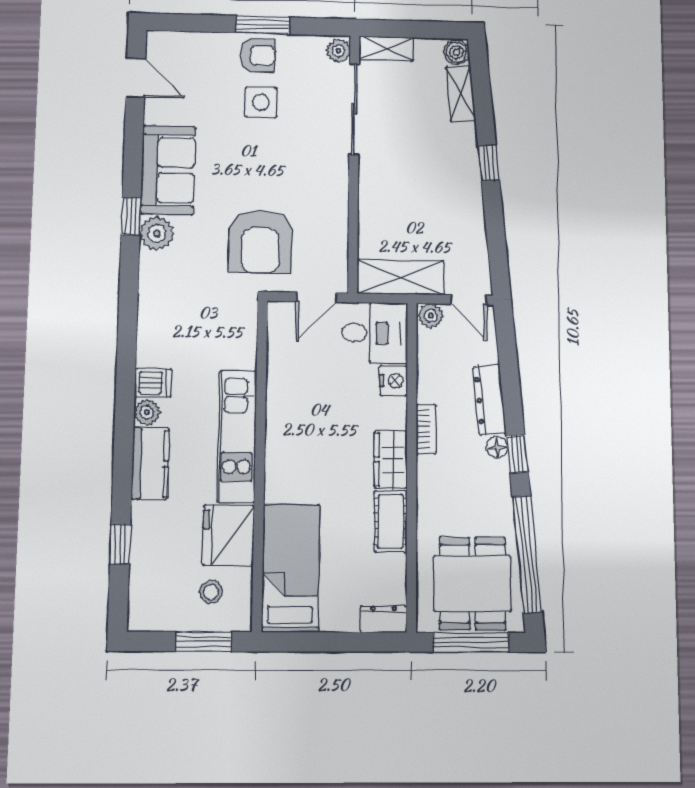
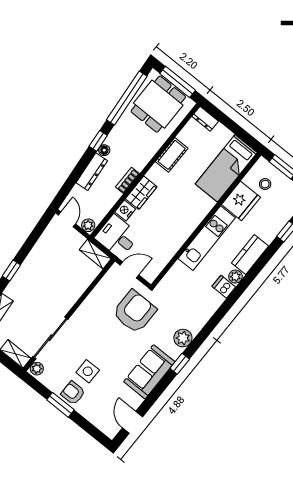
plant: (157, 233) -> (183, 338), moved
shelving: (401, 277) -> (95, 254), width x0.67, depth x0.75
wardrobe: (391, 459) -> (141, 193), moved

